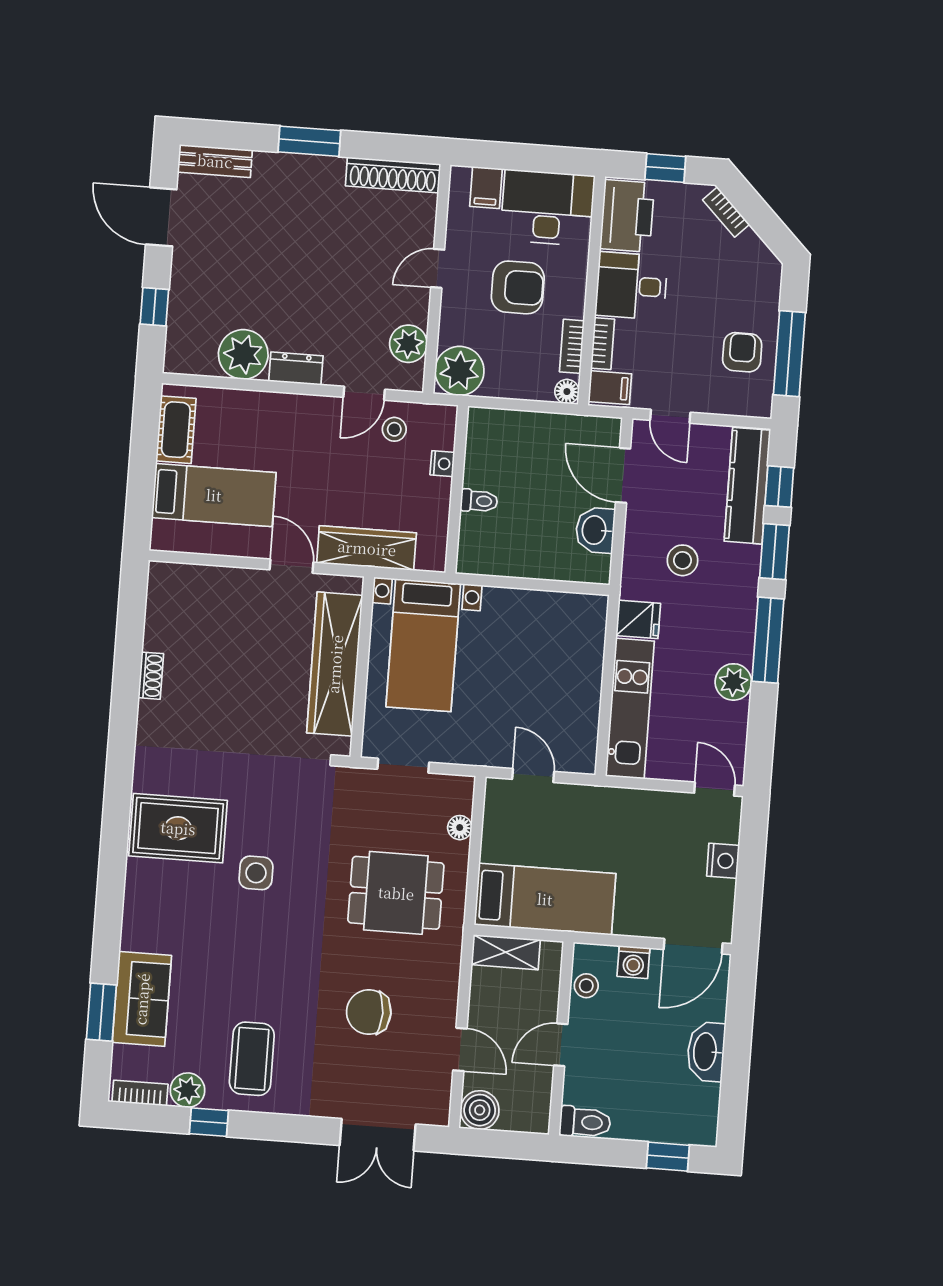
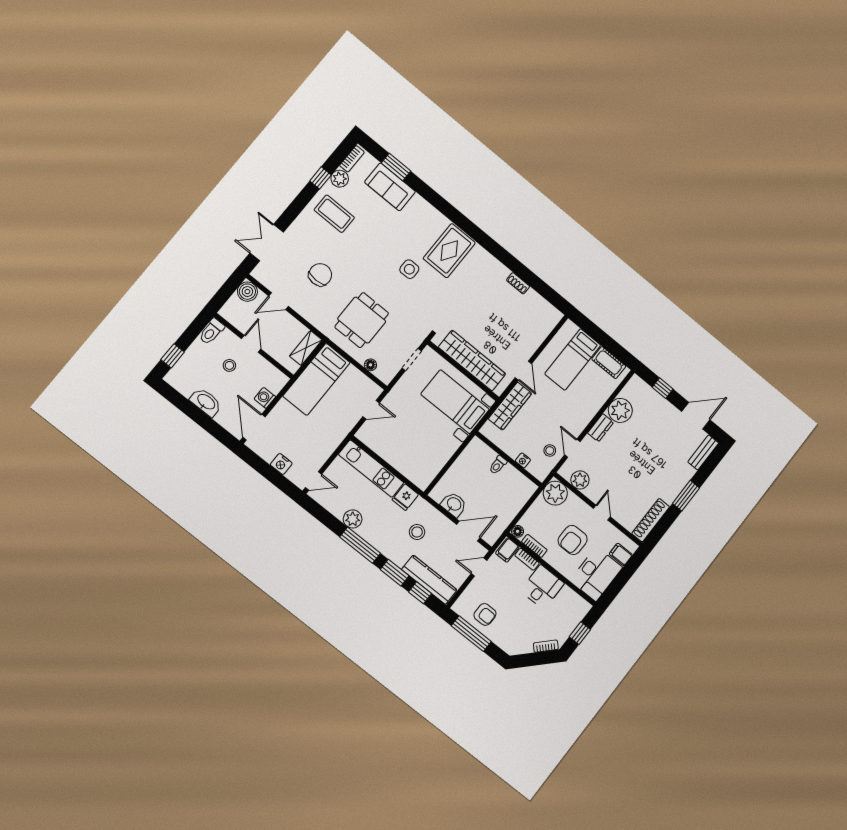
printer: (627, 216) -> (571, 604), removed
door: (291, 566) -> (523, 371), hinge flipped
stool: (586, 986) -> (229, 365), moved

